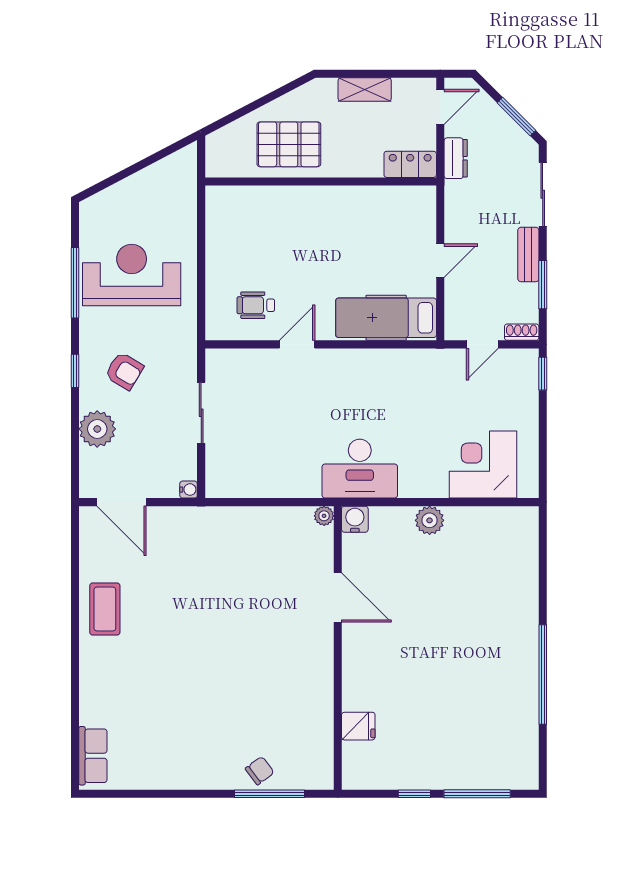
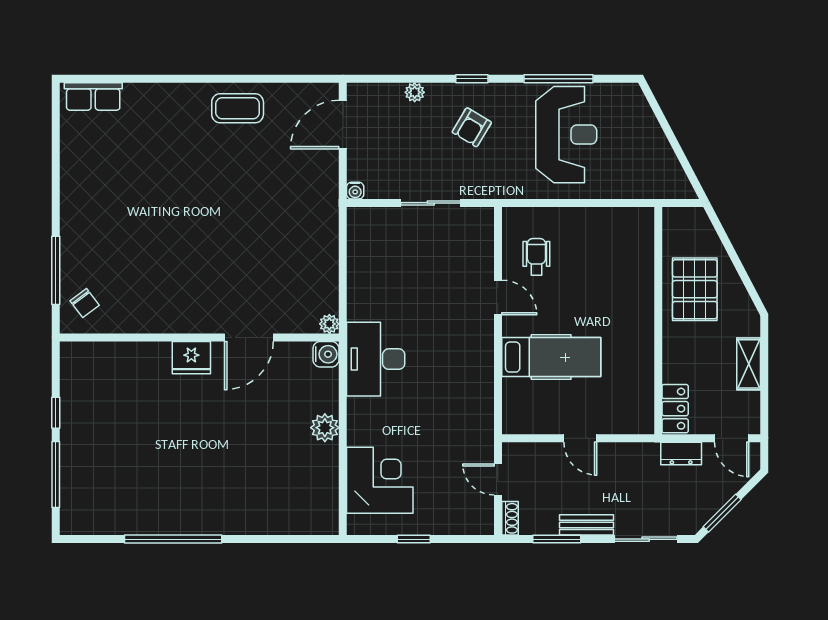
hospital bed: (386, 318) -> (551, 357), moved, turned 90
window: (543, 374) -> (414, 539), moved
plant: (97, 429) -> (415, 92), width x0.53, depth x0.53
fridge: (358, 726) -> (191, 358), moved, width x1.38
chair: (260, 771) -> (85, 303), moved

